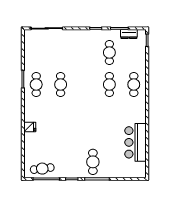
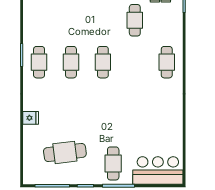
cafe table: (109, 85) -> (103, 62), moved
bar counter: (135, 142) -> (158, 171), moved, turned 90
cafe table: (42, 169) -> (65, 152), moved, width x1.37, depth x1.35

